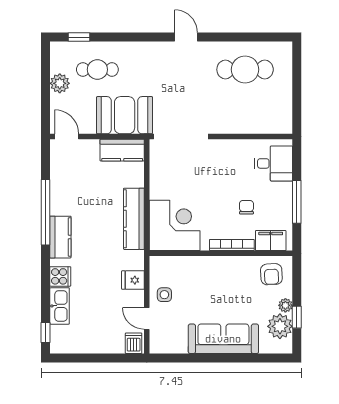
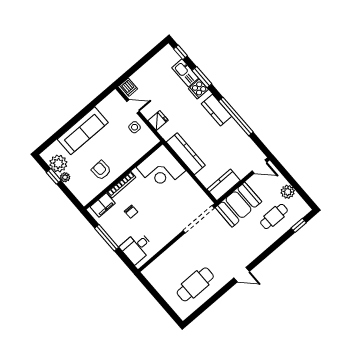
armchair: (271, 274) -> (101, 170), moved
window: (46, 286) -> (202, 77), added

